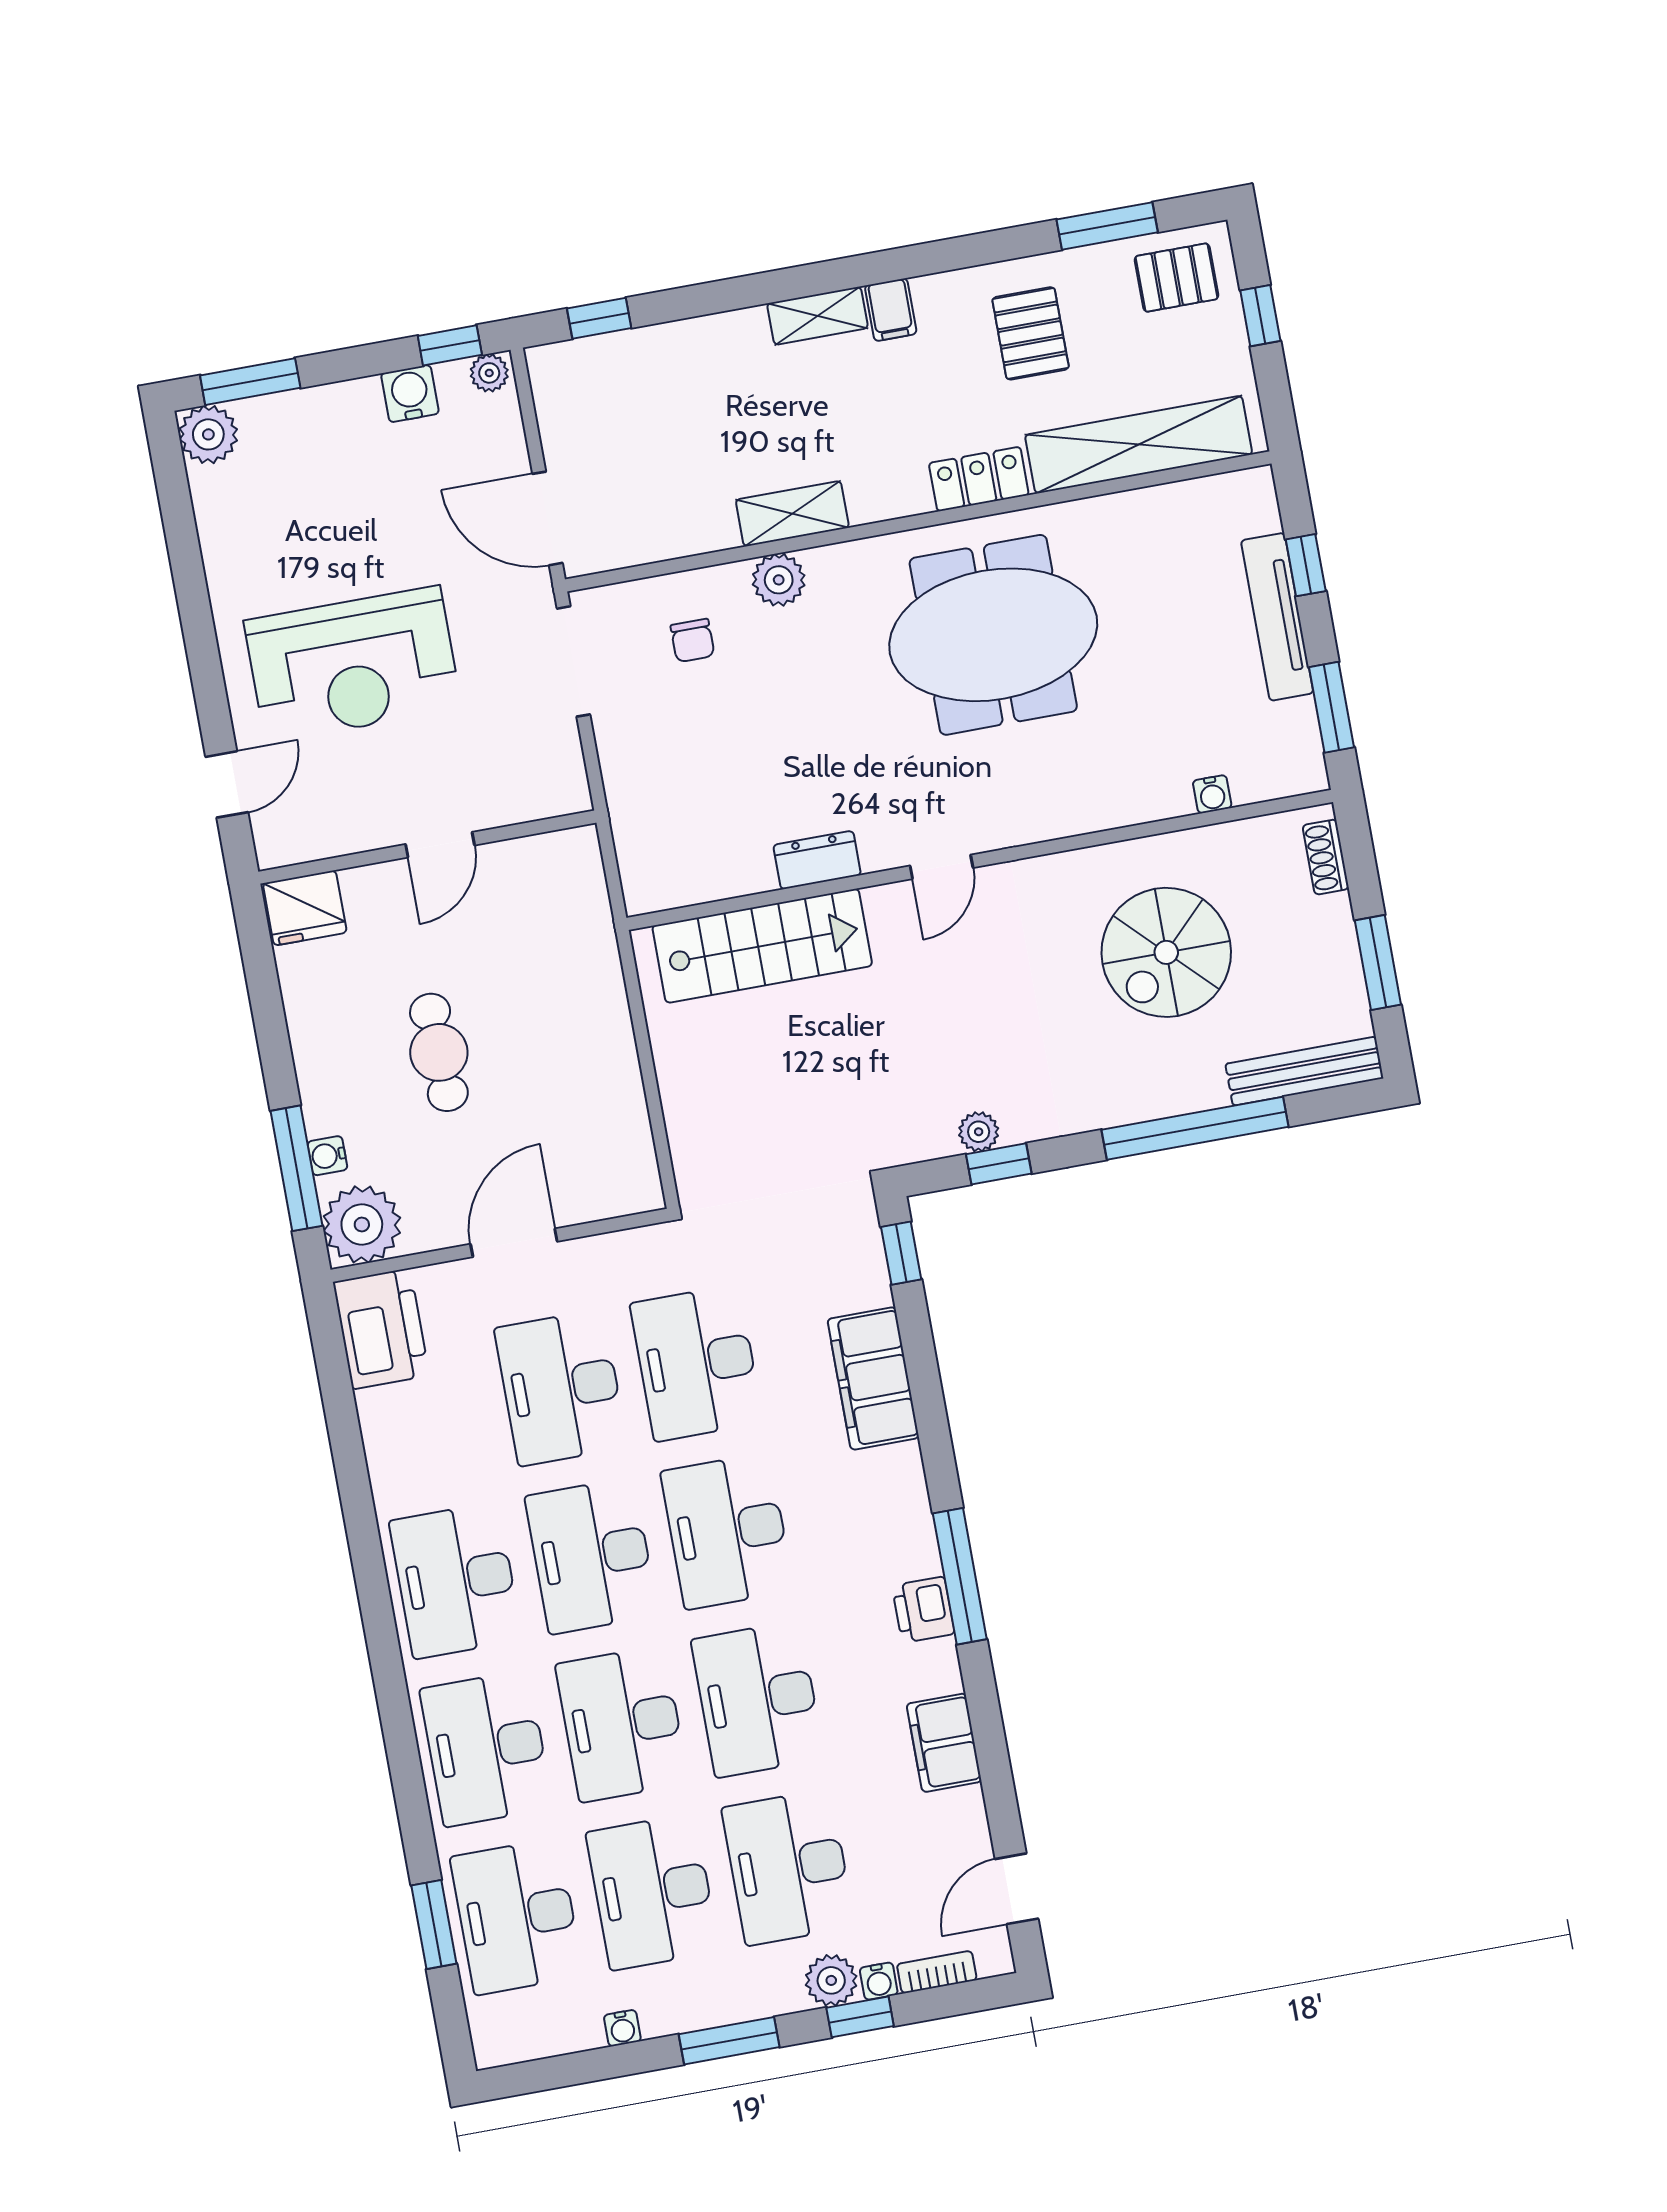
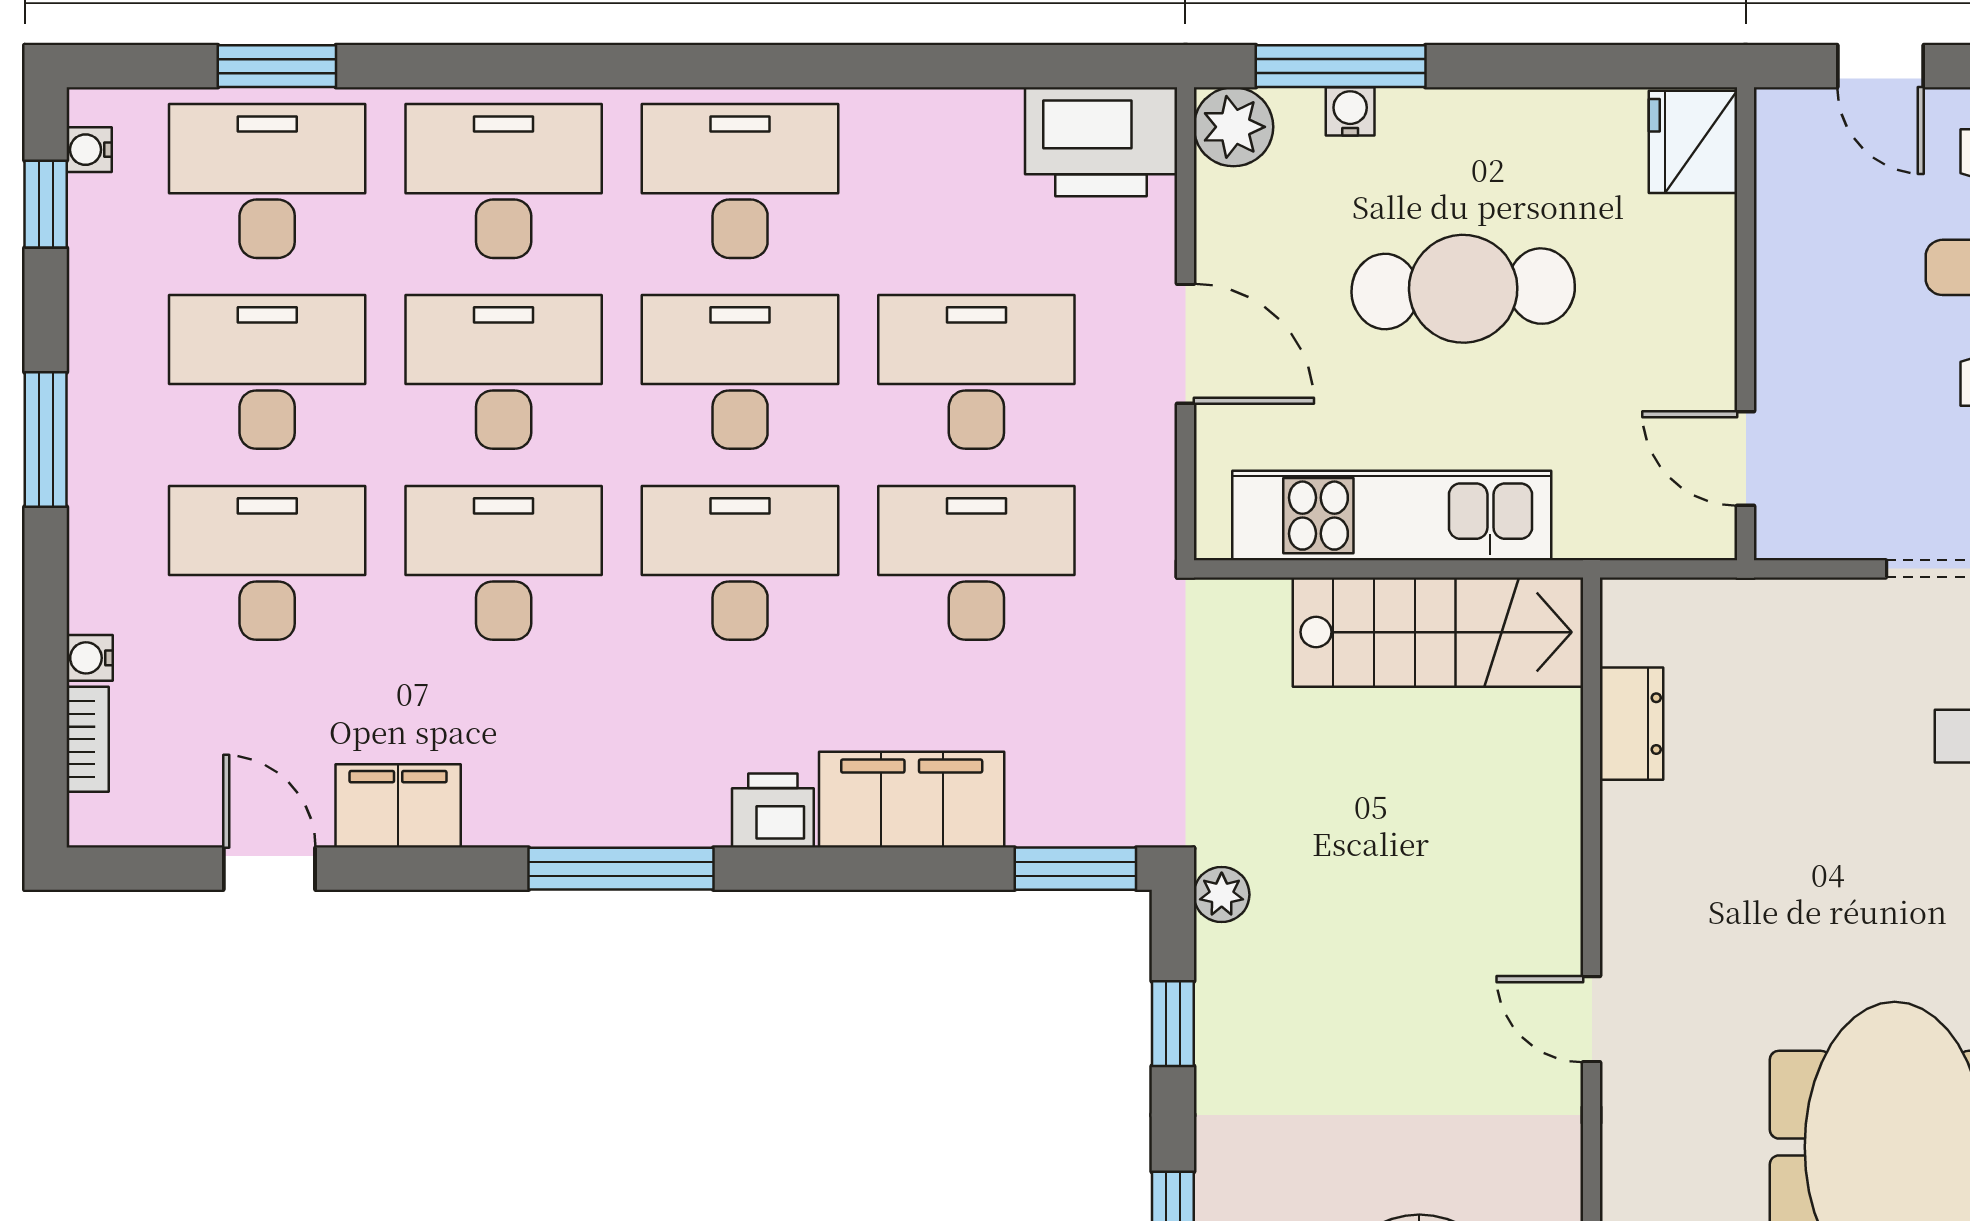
door: (440, 845) -> (1746, 458), moved
dresser: (817, 860) -> (1632, 724), moved
stairs: (762, 946) -> (1438, 632), moved, turned -90
cafe table: (439, 1052) -> (1463, 289), width x1.37, depth x1.35
kitchen unit: (609, 1074) -> (1392, 516), added
plant: (979, 1132) -> (1222, 895), moved
plant: (362, 1225) -> (1233, 127), width x0.73, depth x0.73
window: (901, 1253) -> (1075, 869), width x1.50
printer: (923, 1610) -> (773, 810), moved
door: (1017, 1889) -> (269, 869), moved
plant: (831, 1980) -> (102, 593), removed
window: (860, 2017) -> (46, 204), moved
water cooler: (622, 2028) -> (89, 150), moved

